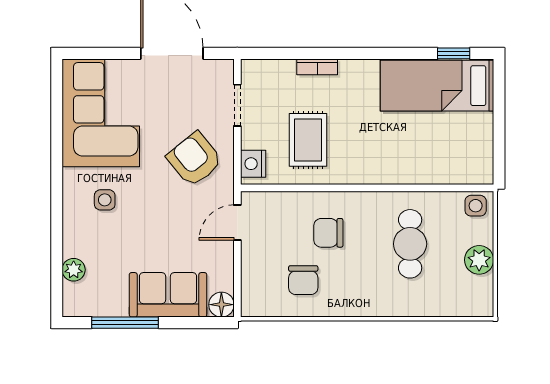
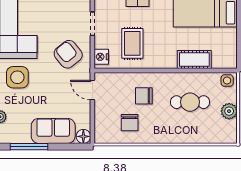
cot: (418, 169) -> (194, 60), added
side table: (105, 200) -> (17, 77), width x1.87, depth x1.87
door: (237, 223) -> (92, 90), hinge flipped
cafe table: (410, 244) -> (190, 102), turned 90

